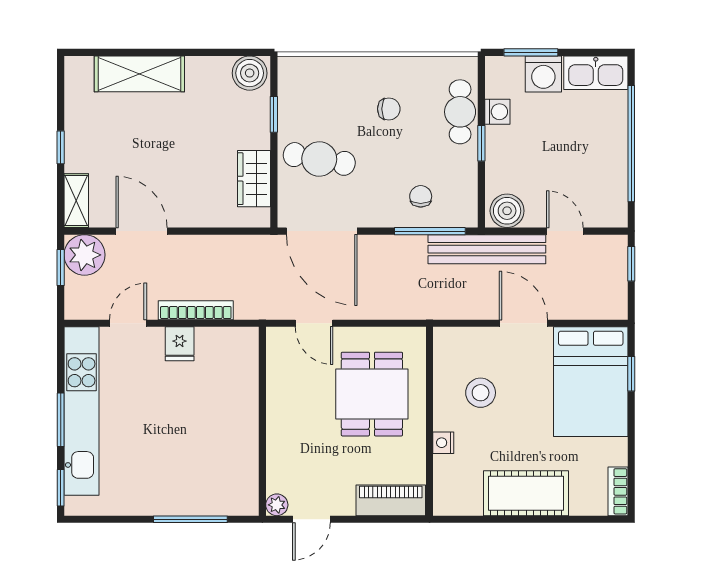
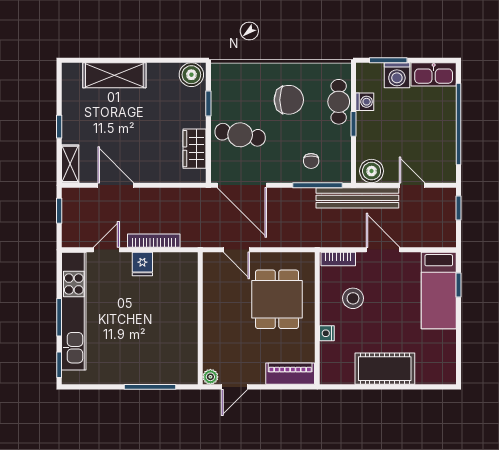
chair: (389, 109) -> (289, 100), width x1.87, depth x1.87
chair: (421, 196) -> (311, 161), turned 180
plant: (85, 255) -> (76, 202), removed
bed: (591, 382) -> (439, 291), width x0.67
bookcase: (618, 491) -> (338, 259), moved, turned -90

